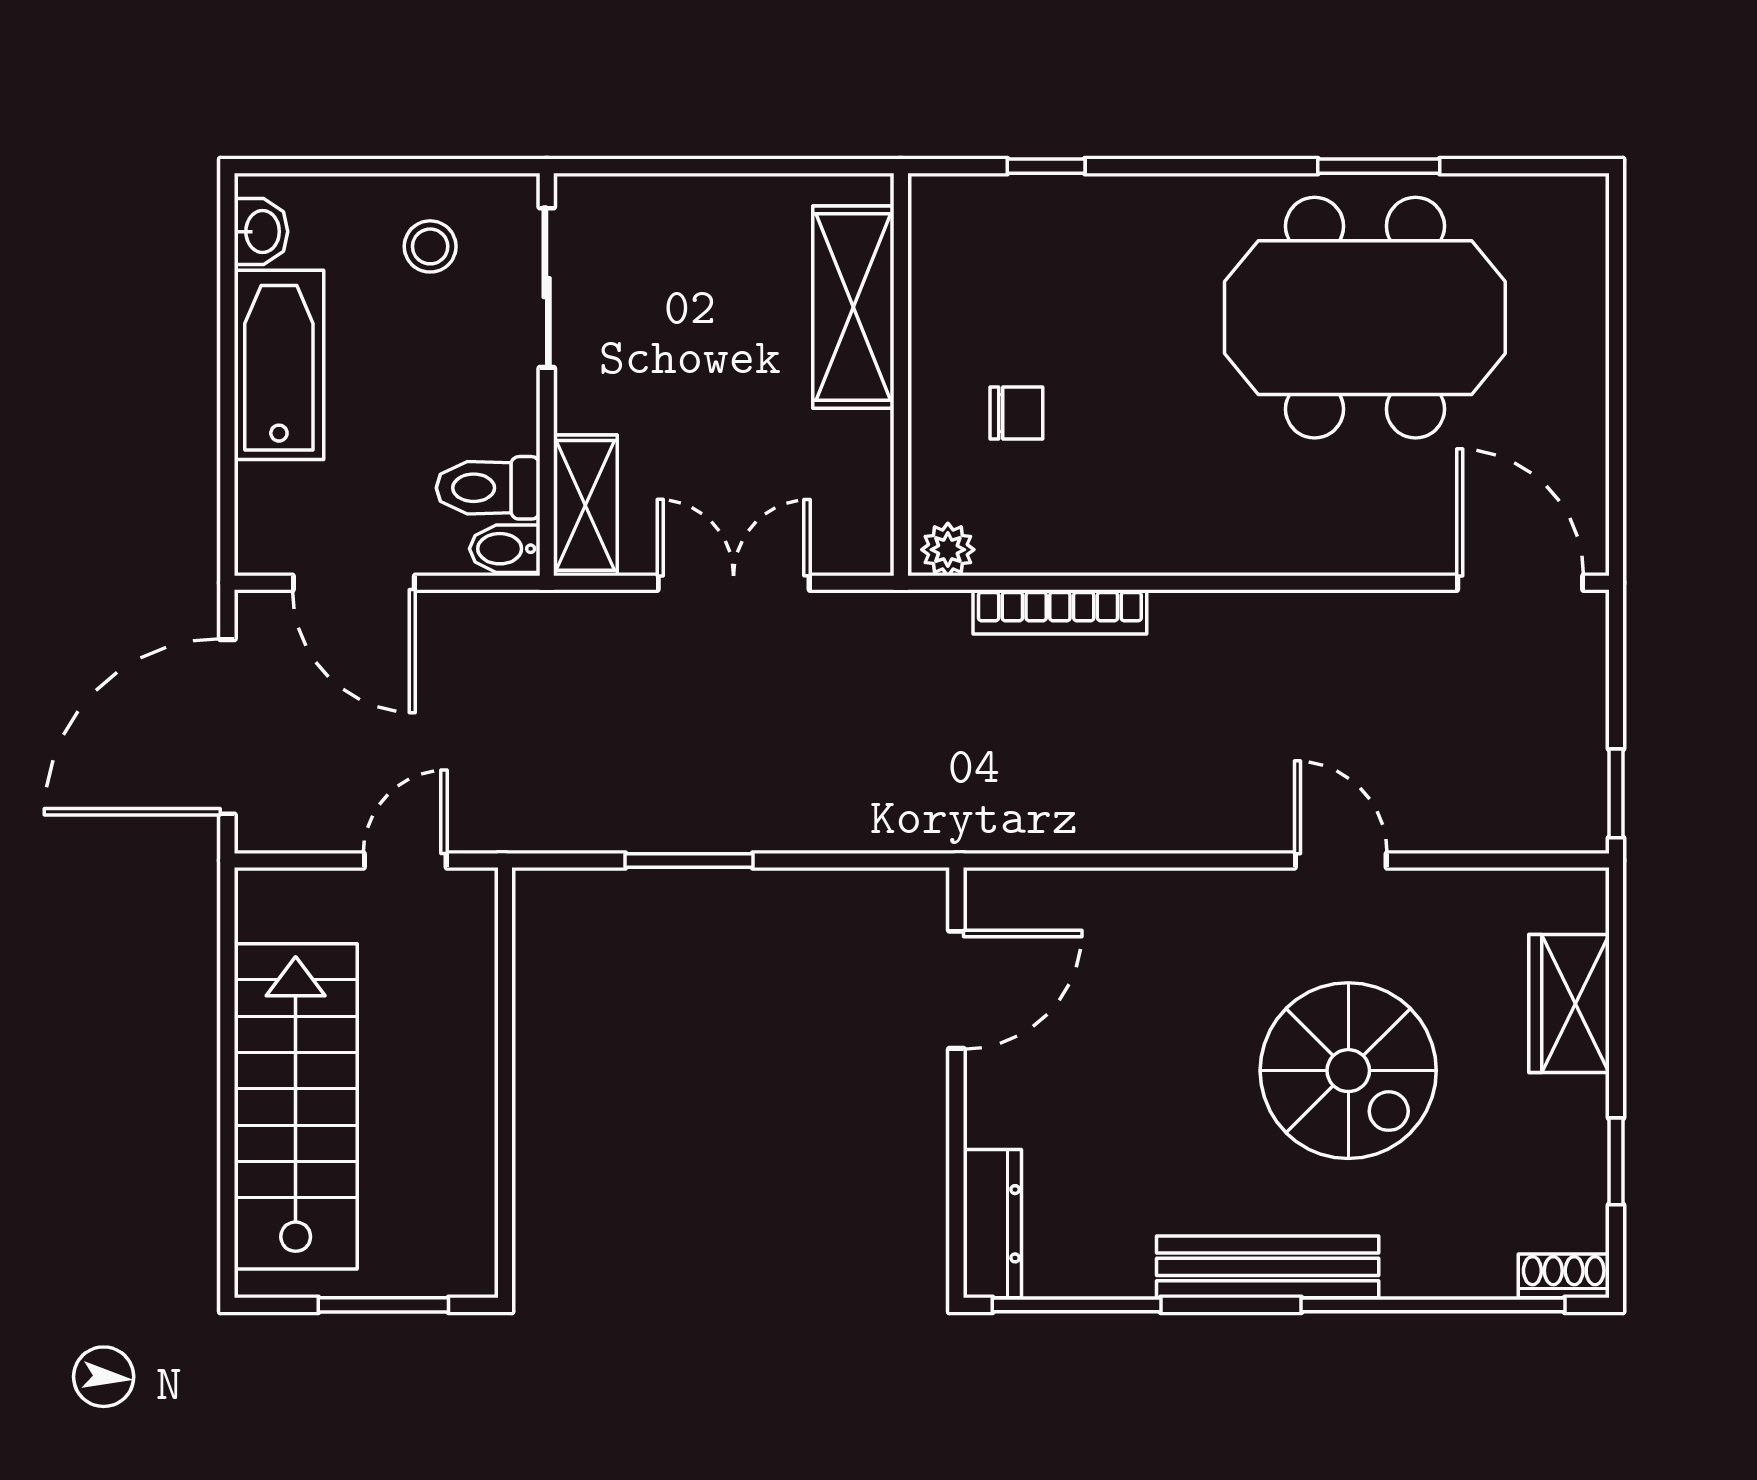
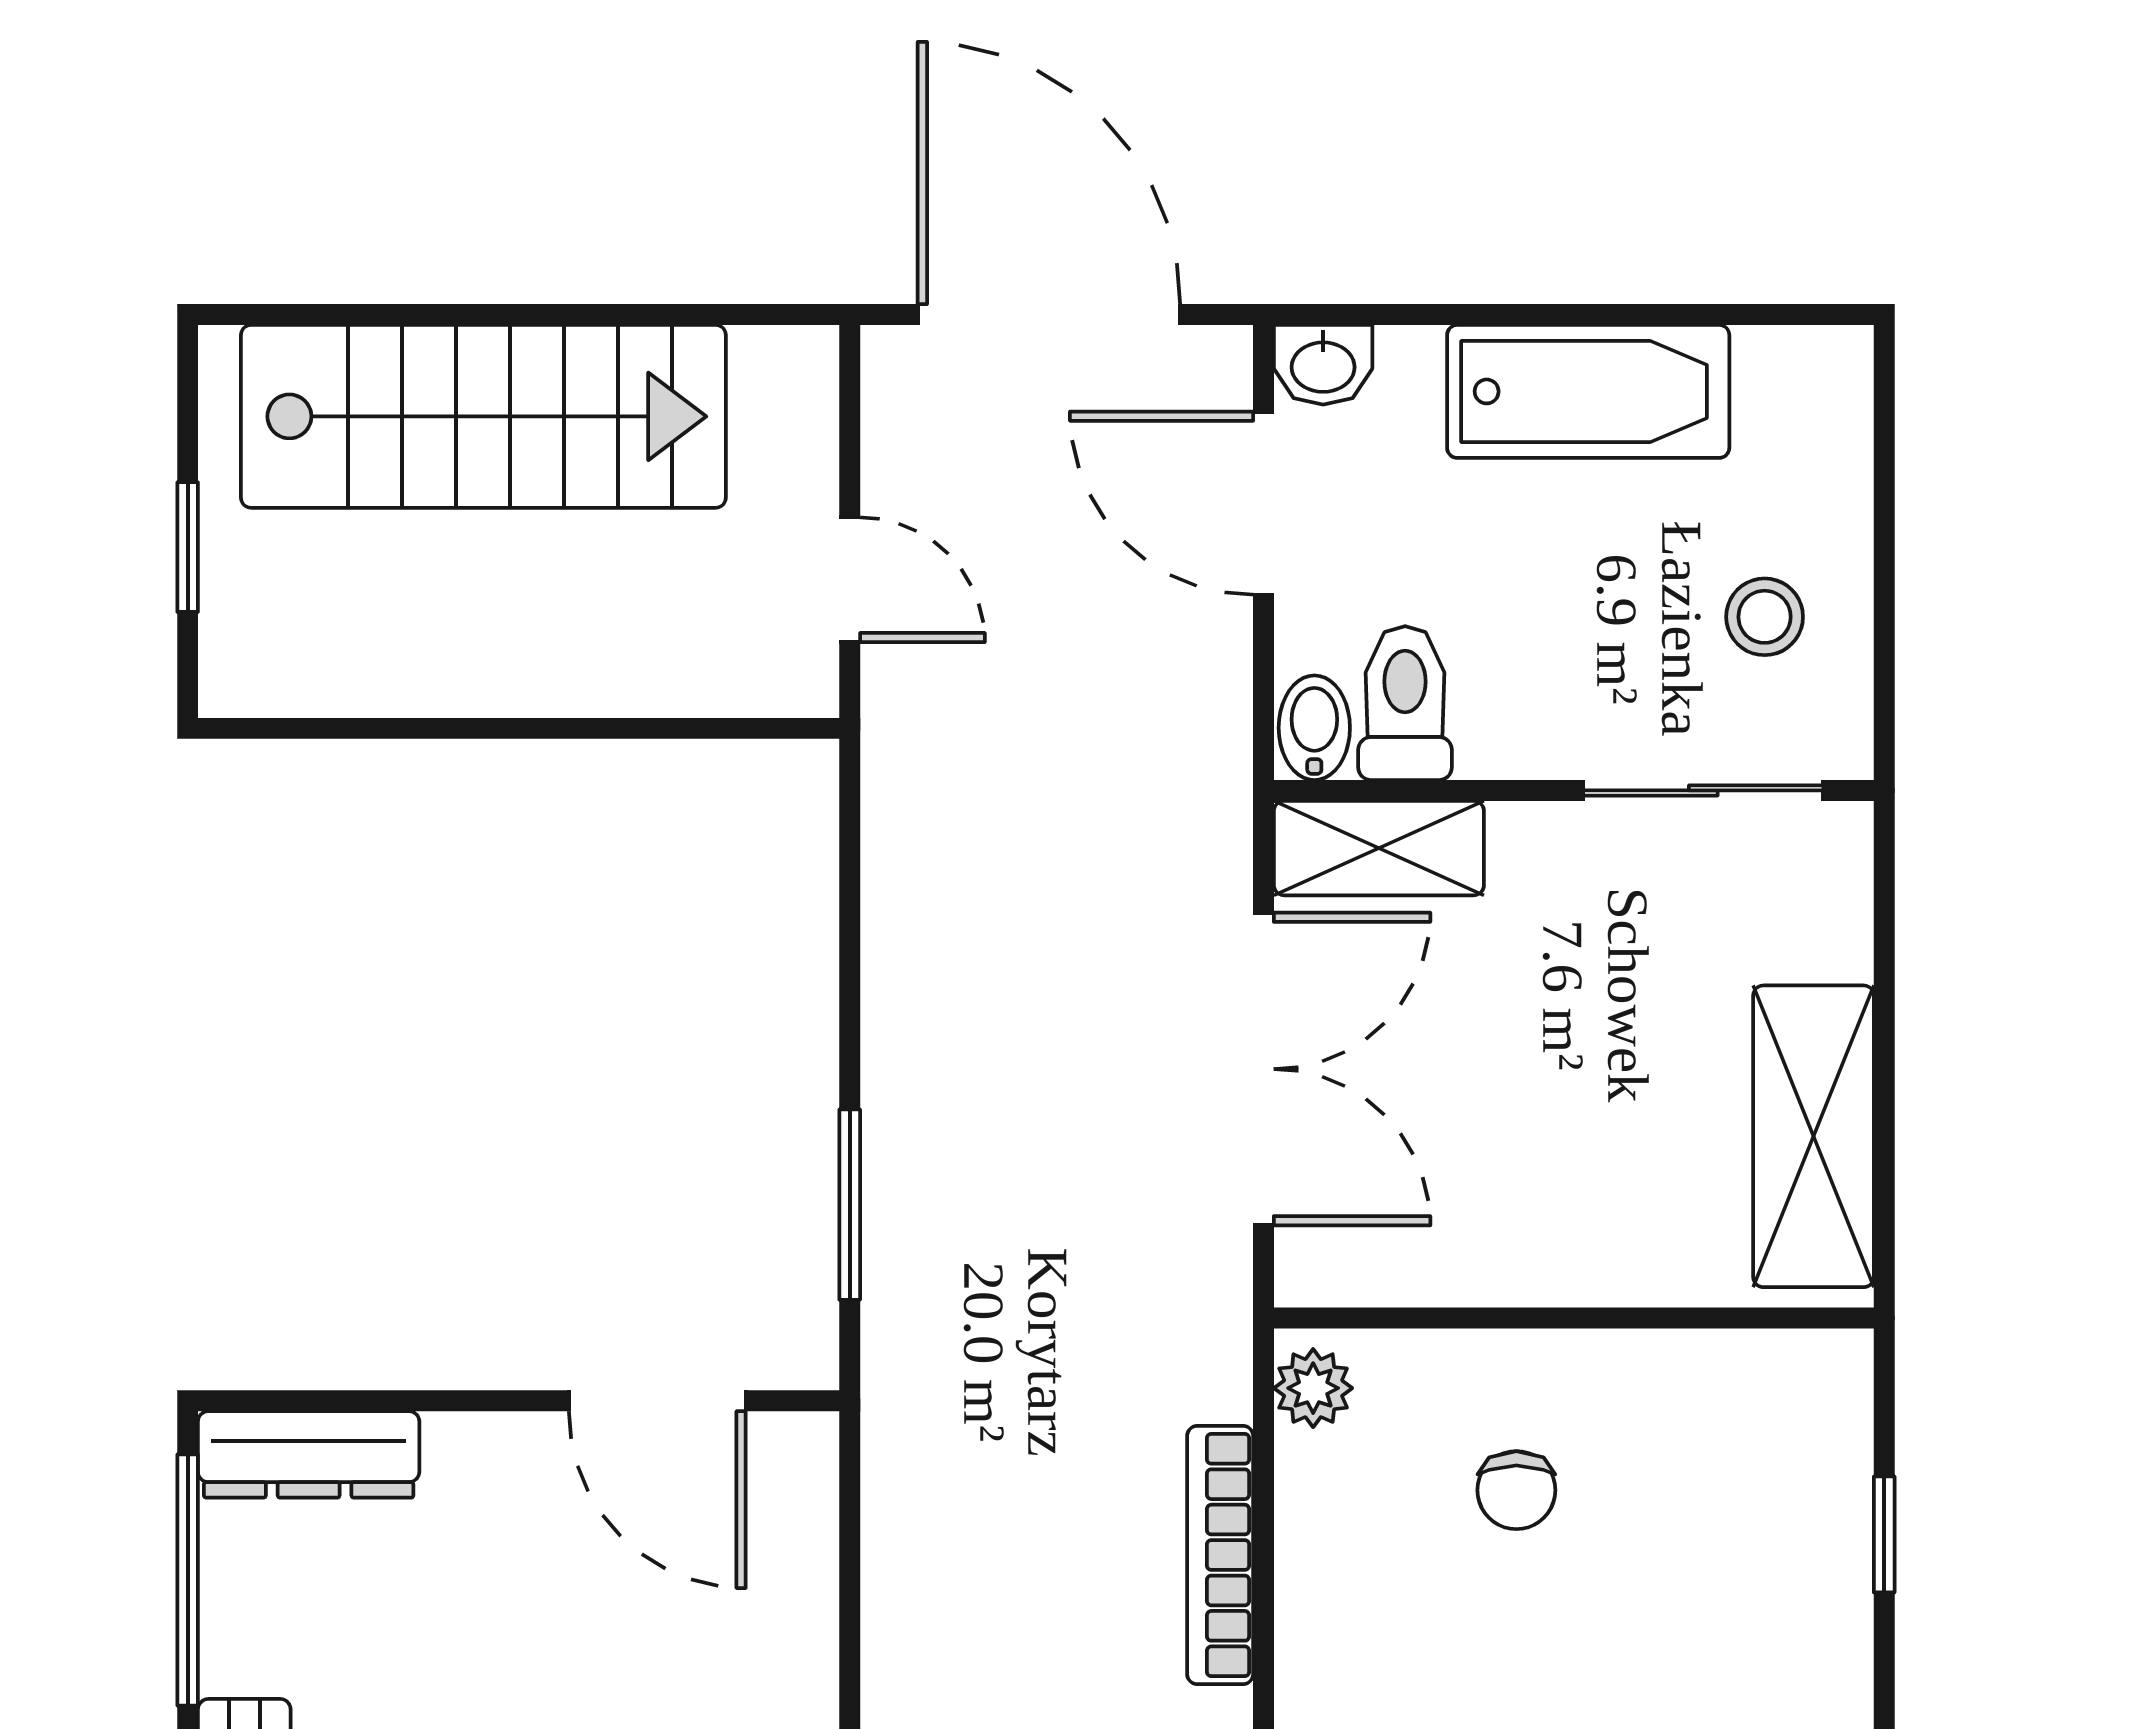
washbasin: (261, 232) -> (1323, 365), moved
shelving: (853, 307) -> (1814, 1136), moved, turned 90
door: (354, 583) -> (1264, 503), hinge flipped
double door: (734, 583) -> (1264, 1069), width x1.37
window: (689, 861) -> (850, 1205), moved
window: (383, 1305) -> (188, 547), width x0.67

